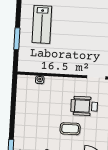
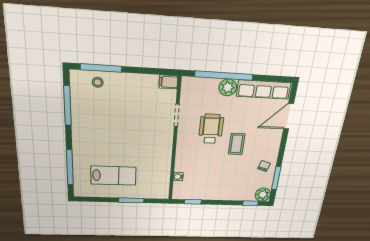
window: (14, 93) -> (193, 202), added
wheelchair: (84, 106) -> (211, 129), turned 180

